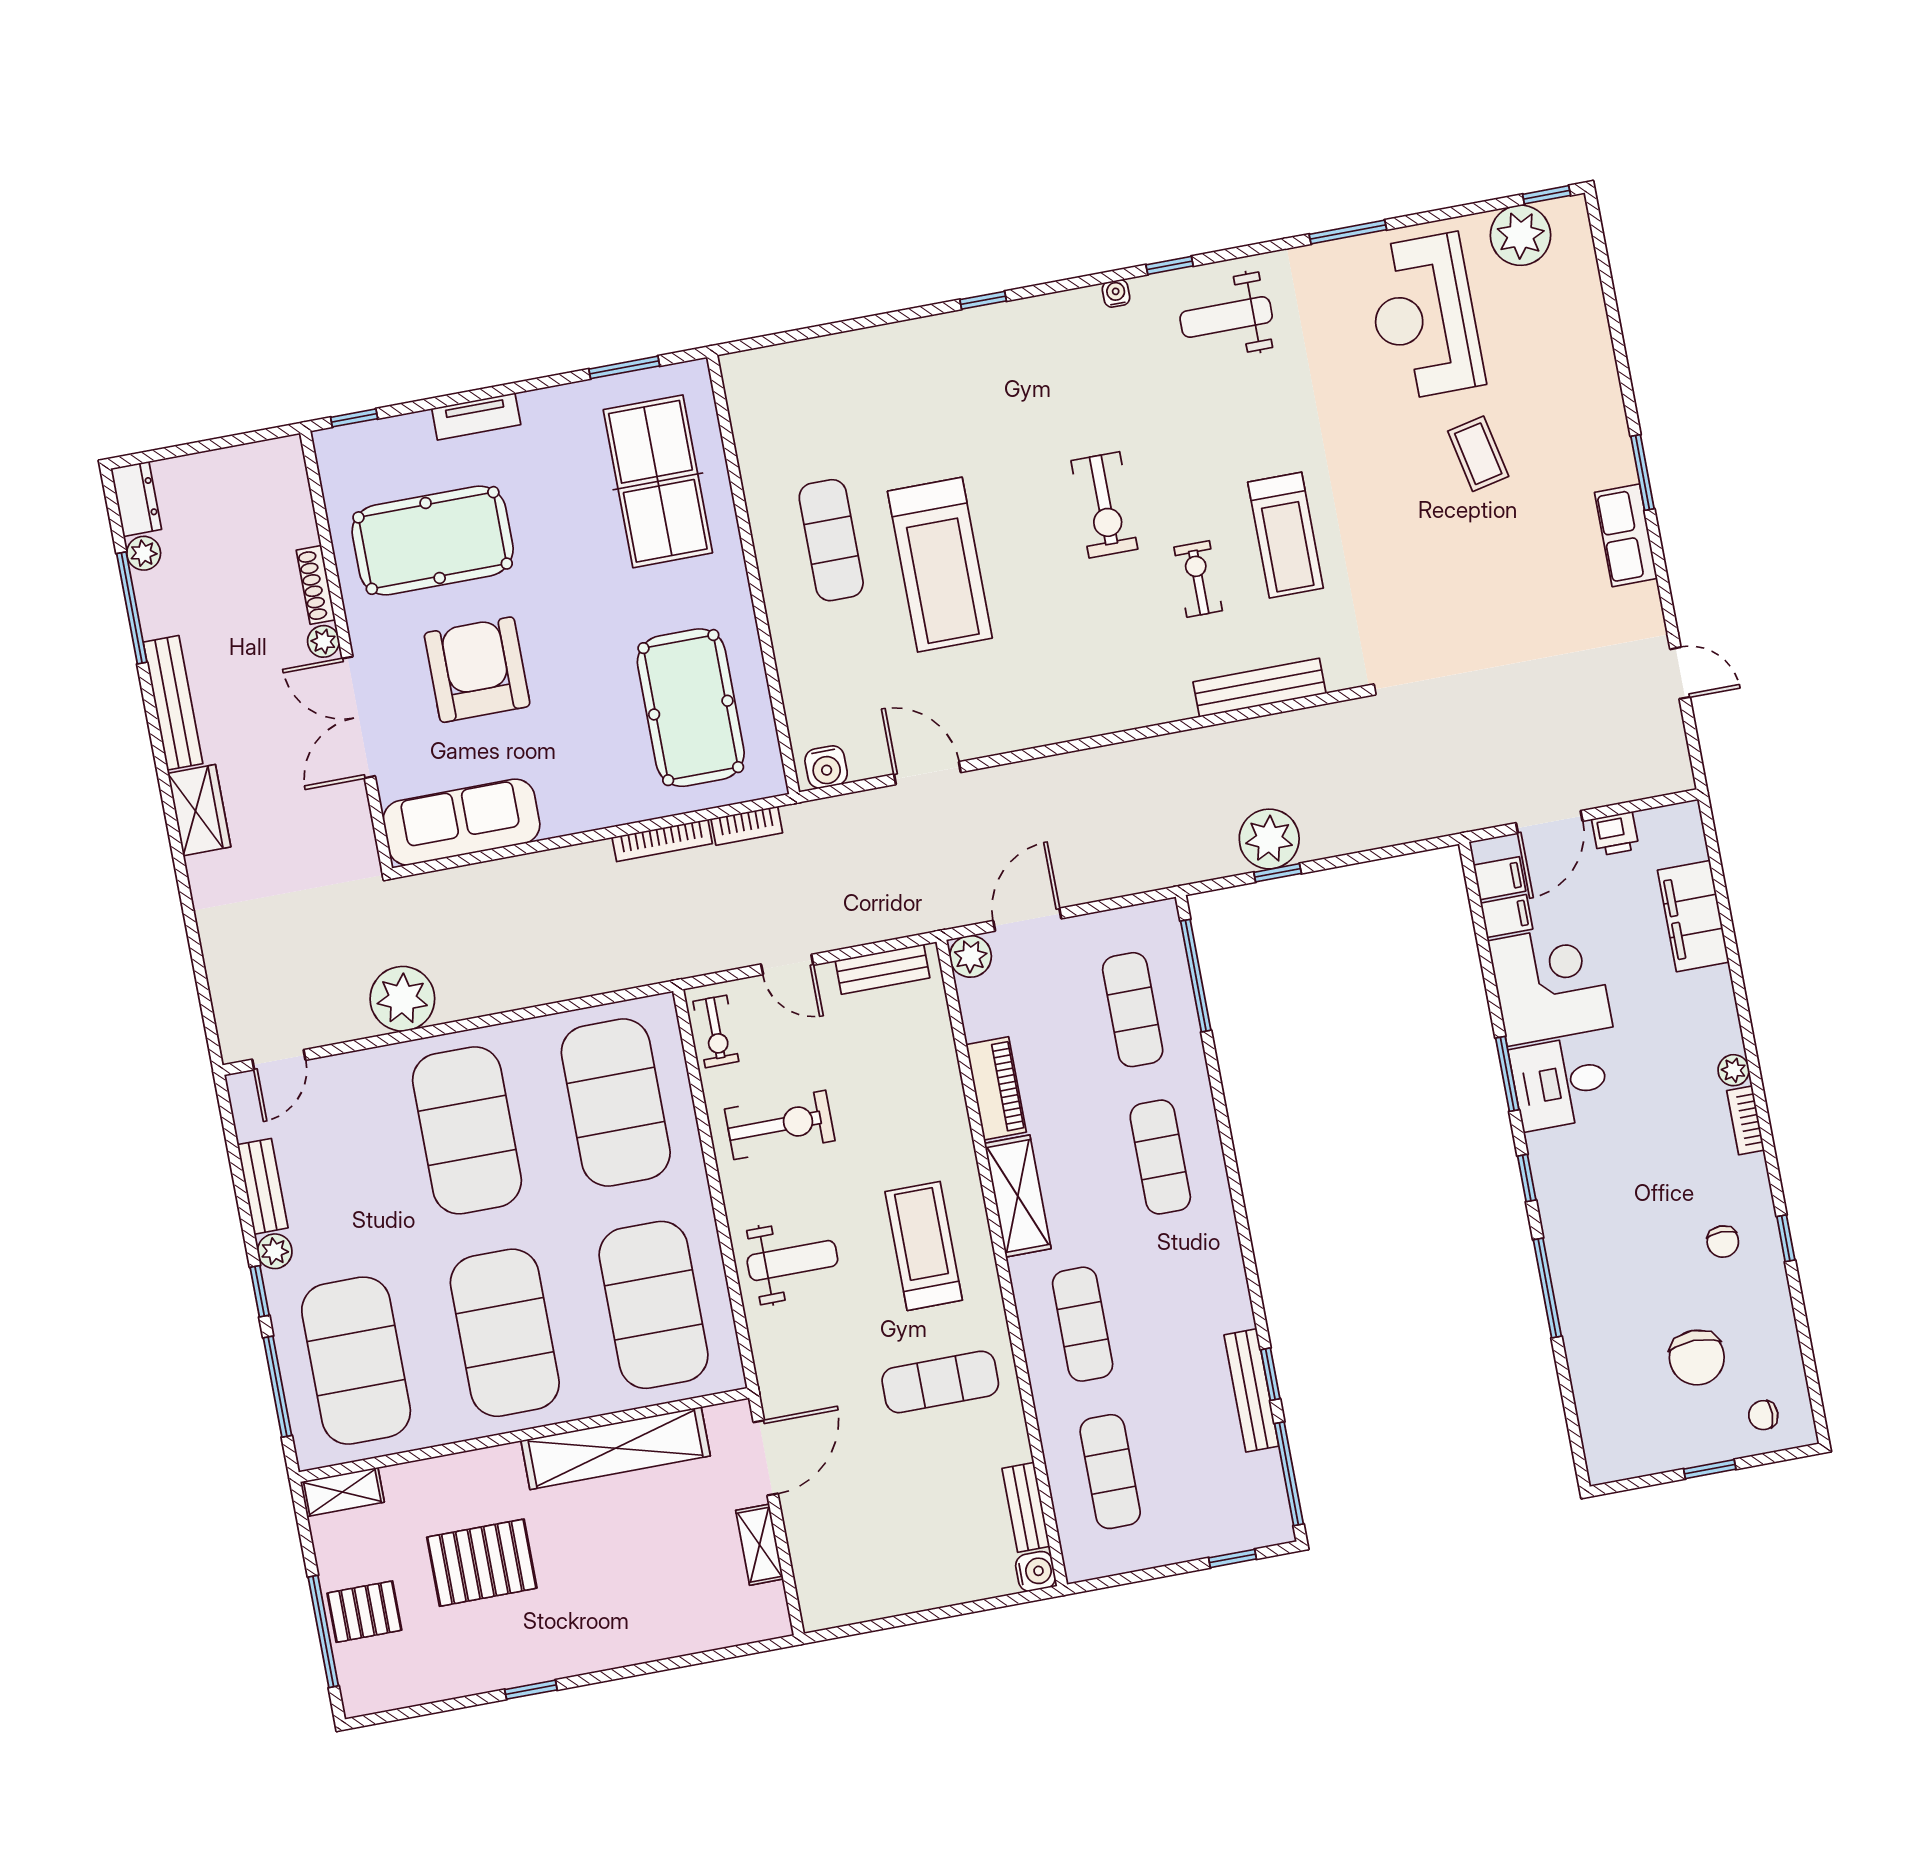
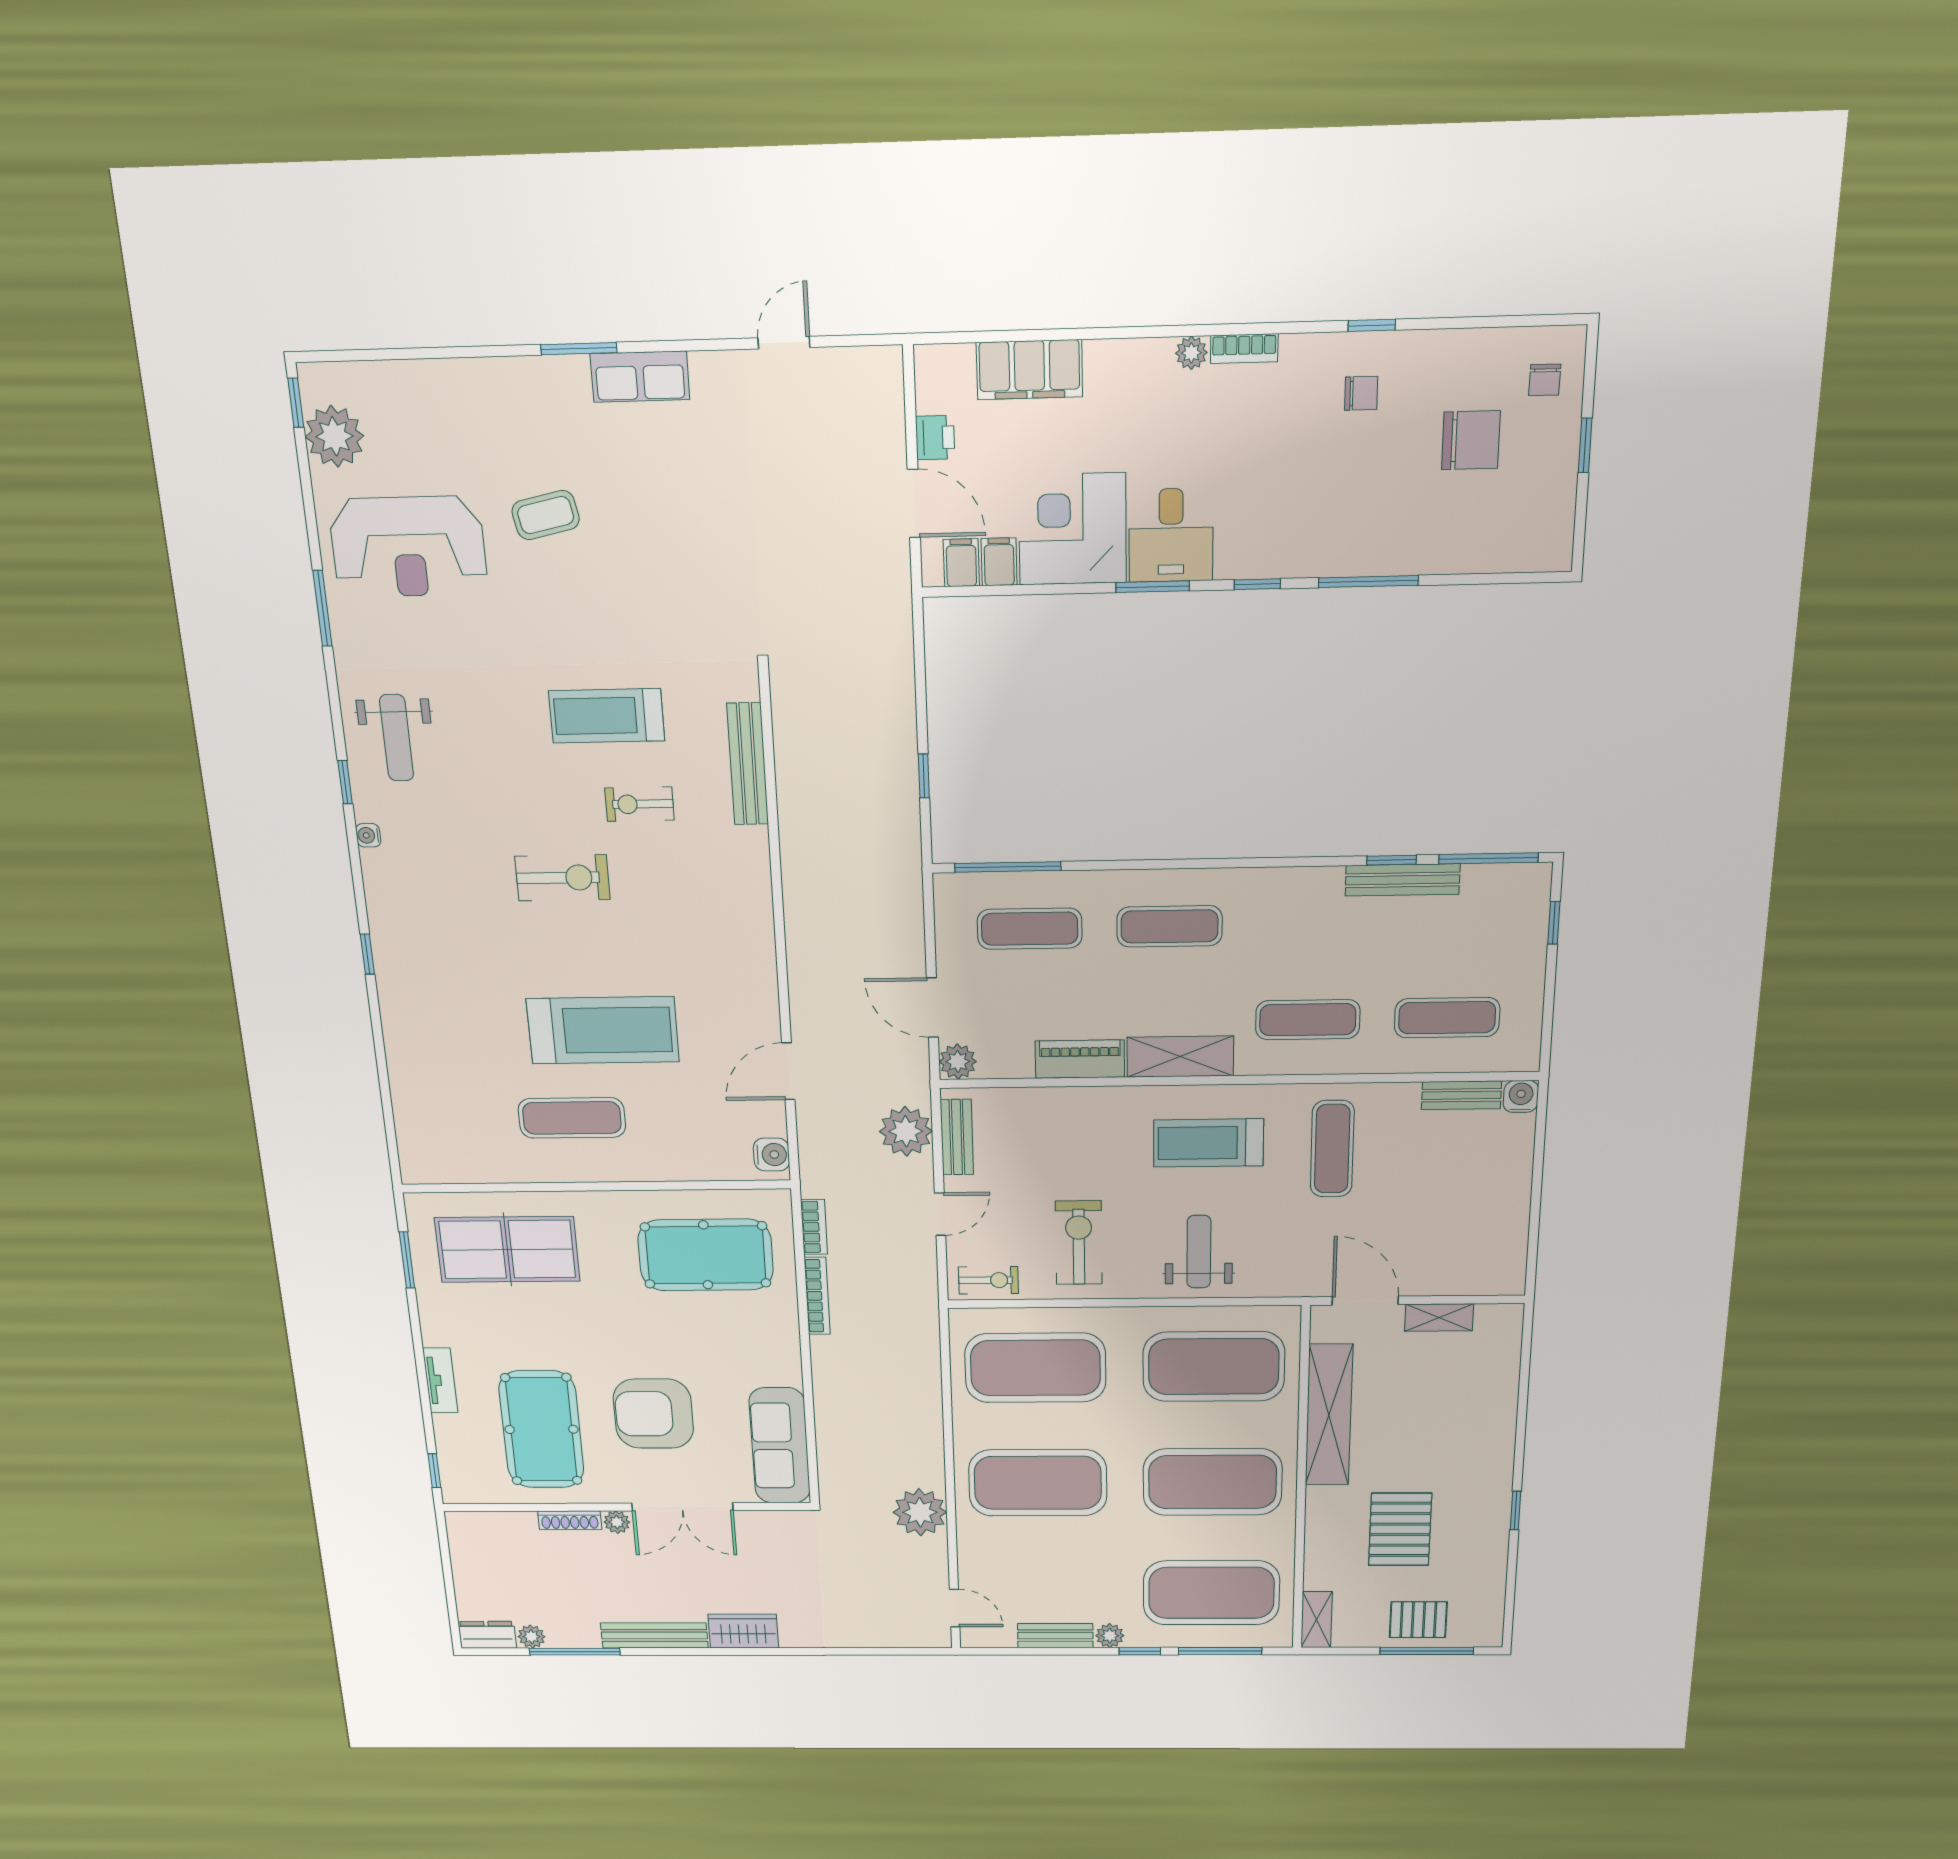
treadmill: (1286, 535) -> (607, 716), turned 180
plant: (1269, 839) -> (906, 1131), moved
pallet: (364, 1612) -> (1418, 1620), turned 90

